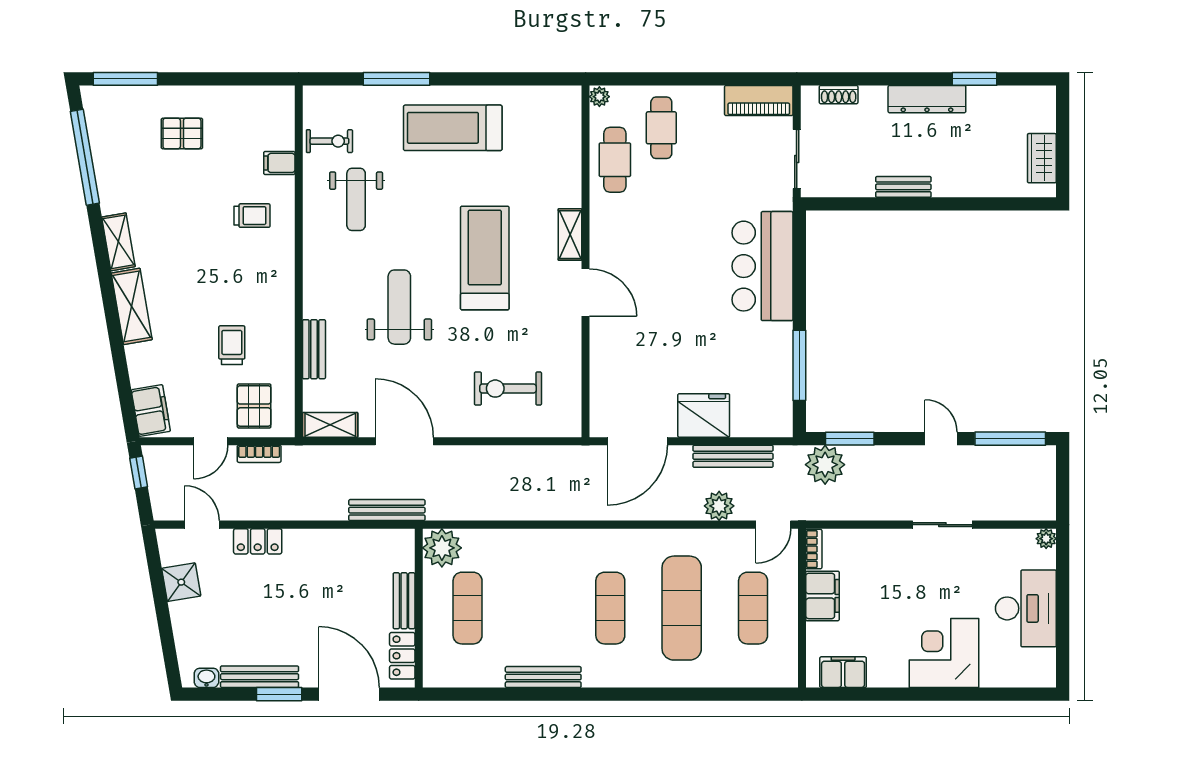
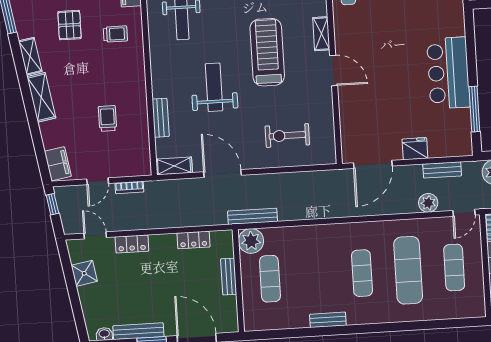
bar counter: (762, 266) -> (448, 73), moved
pallet: (254, 406) -> (69, 25), moved
fridge: (704, 415) -> (415, 149), width x0.73, depth x0.75
bench: (733, 456) -> (442, 170), width x0.73
bench: (387, 510) -> (253, 216), moved
locker: (402, 656) -> (193, 240), moved, turned -90
bench: (543, 677) -> (328, 320), width x0.73

